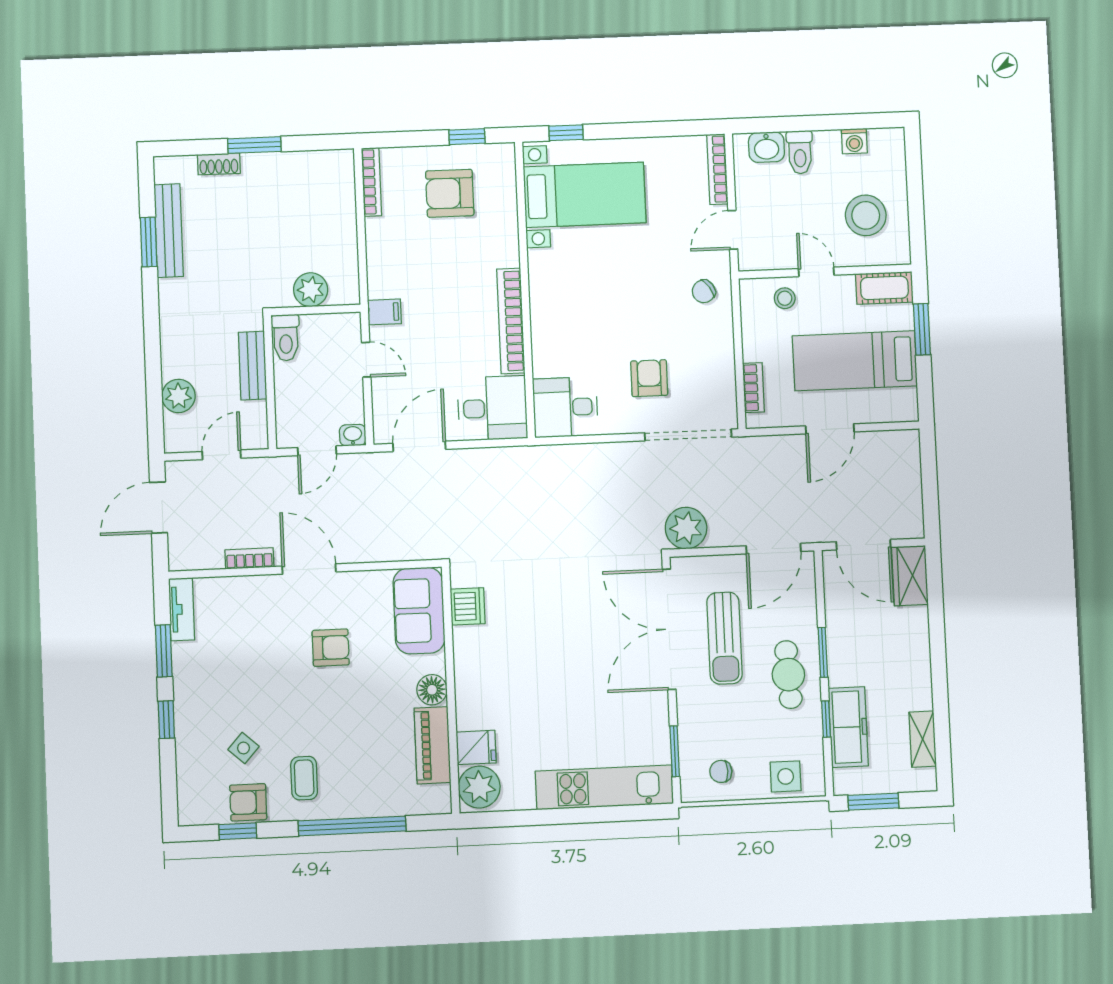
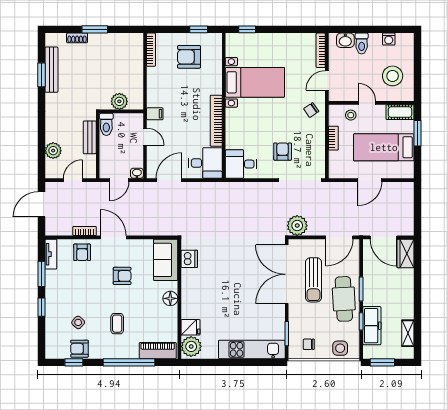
bed with nightstands: (585, 195) -> (255, 82), moved
bookcase: (753, 388) -> (333, 138), moved
armchair: (246, 603) -> (82, 252), added
cafe table: (788, 675) -> (344, 299), width x1.37, depth x1.35
piano: (432, 745) -> (158, 351), moved, turned 90
coffee table: (304, 778) -> (117, 324), moved

